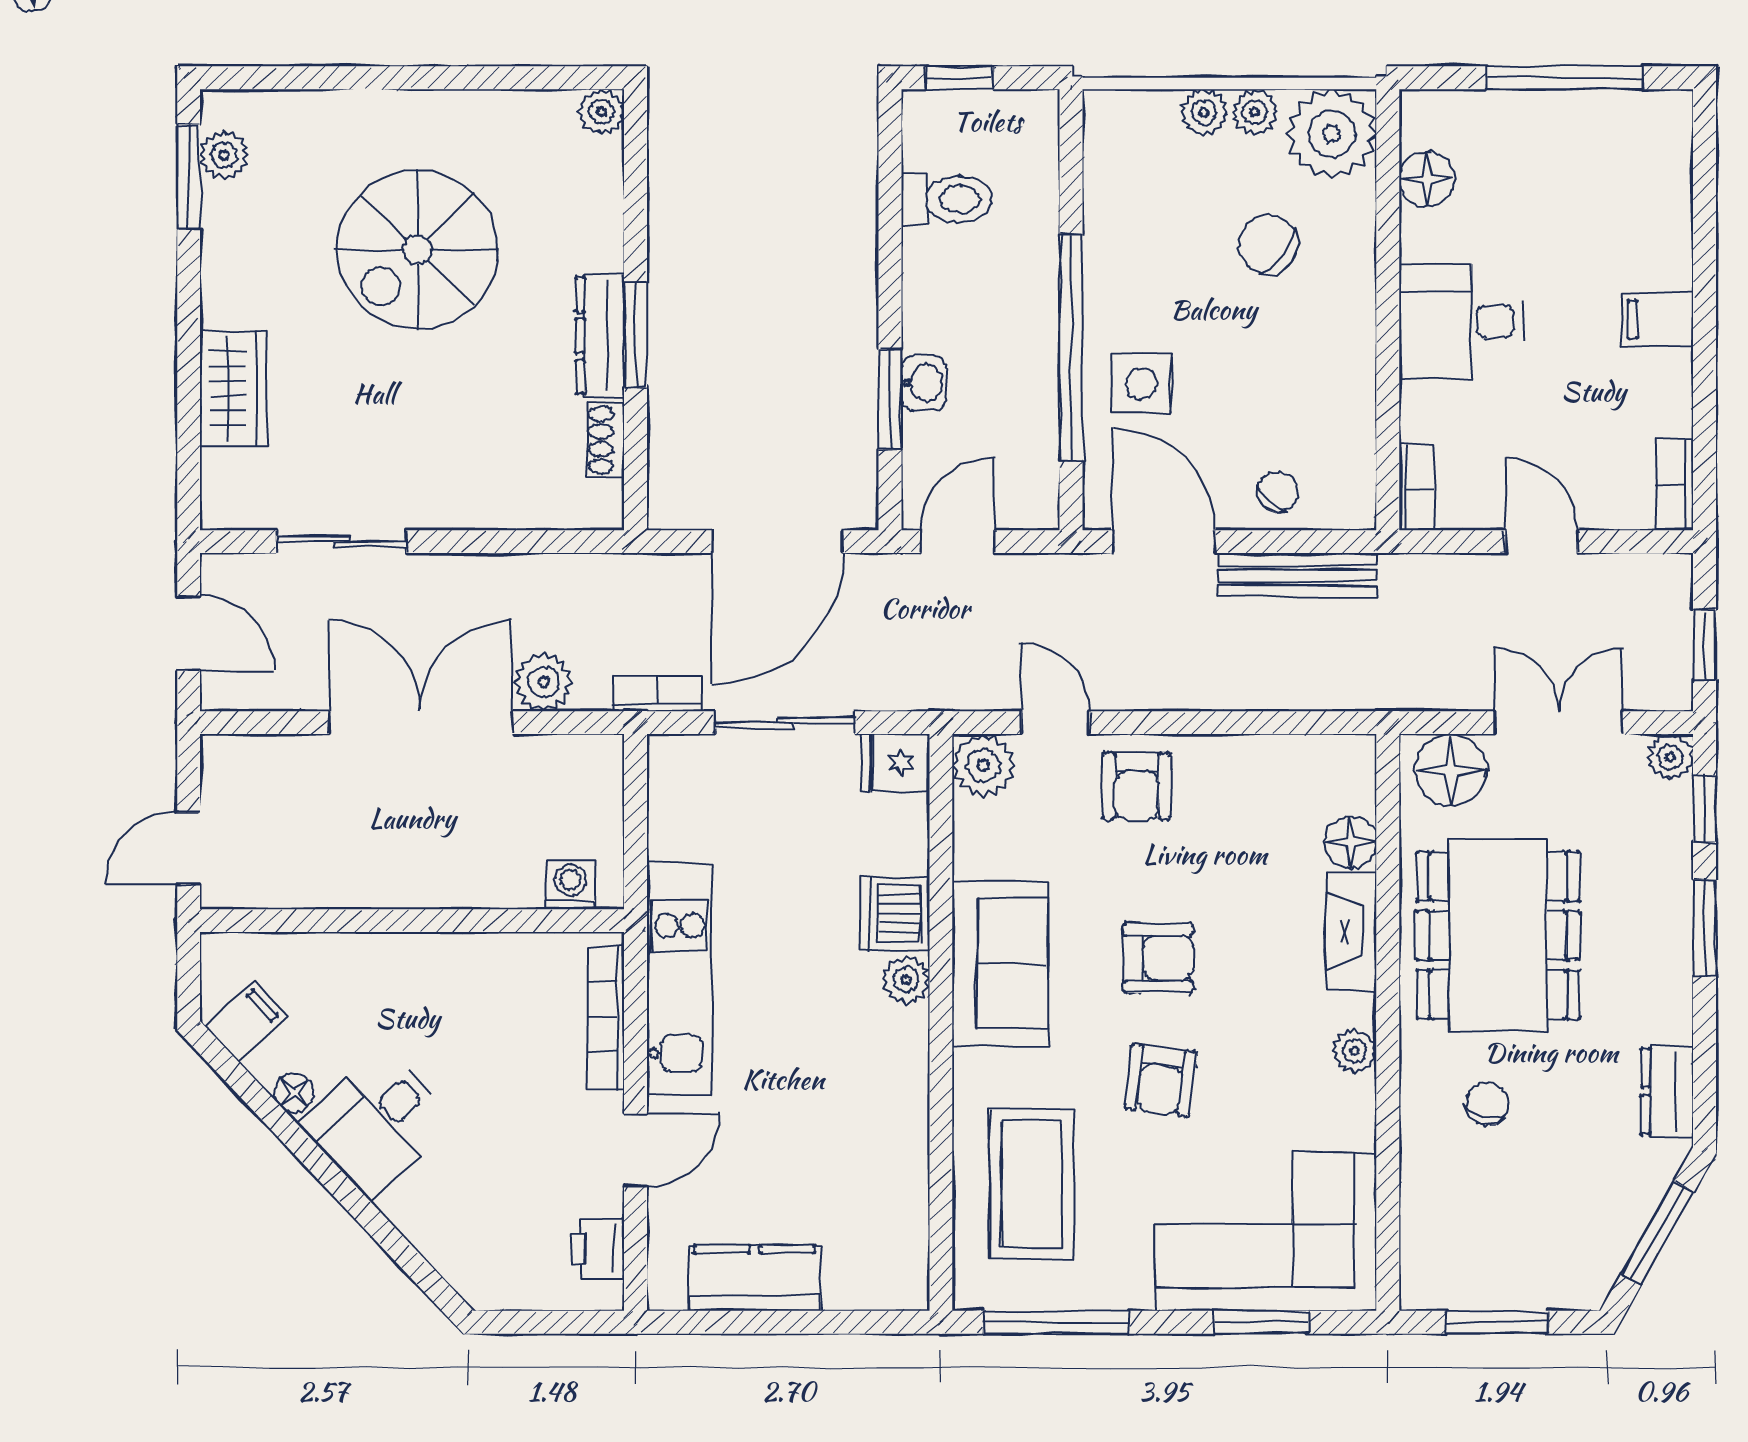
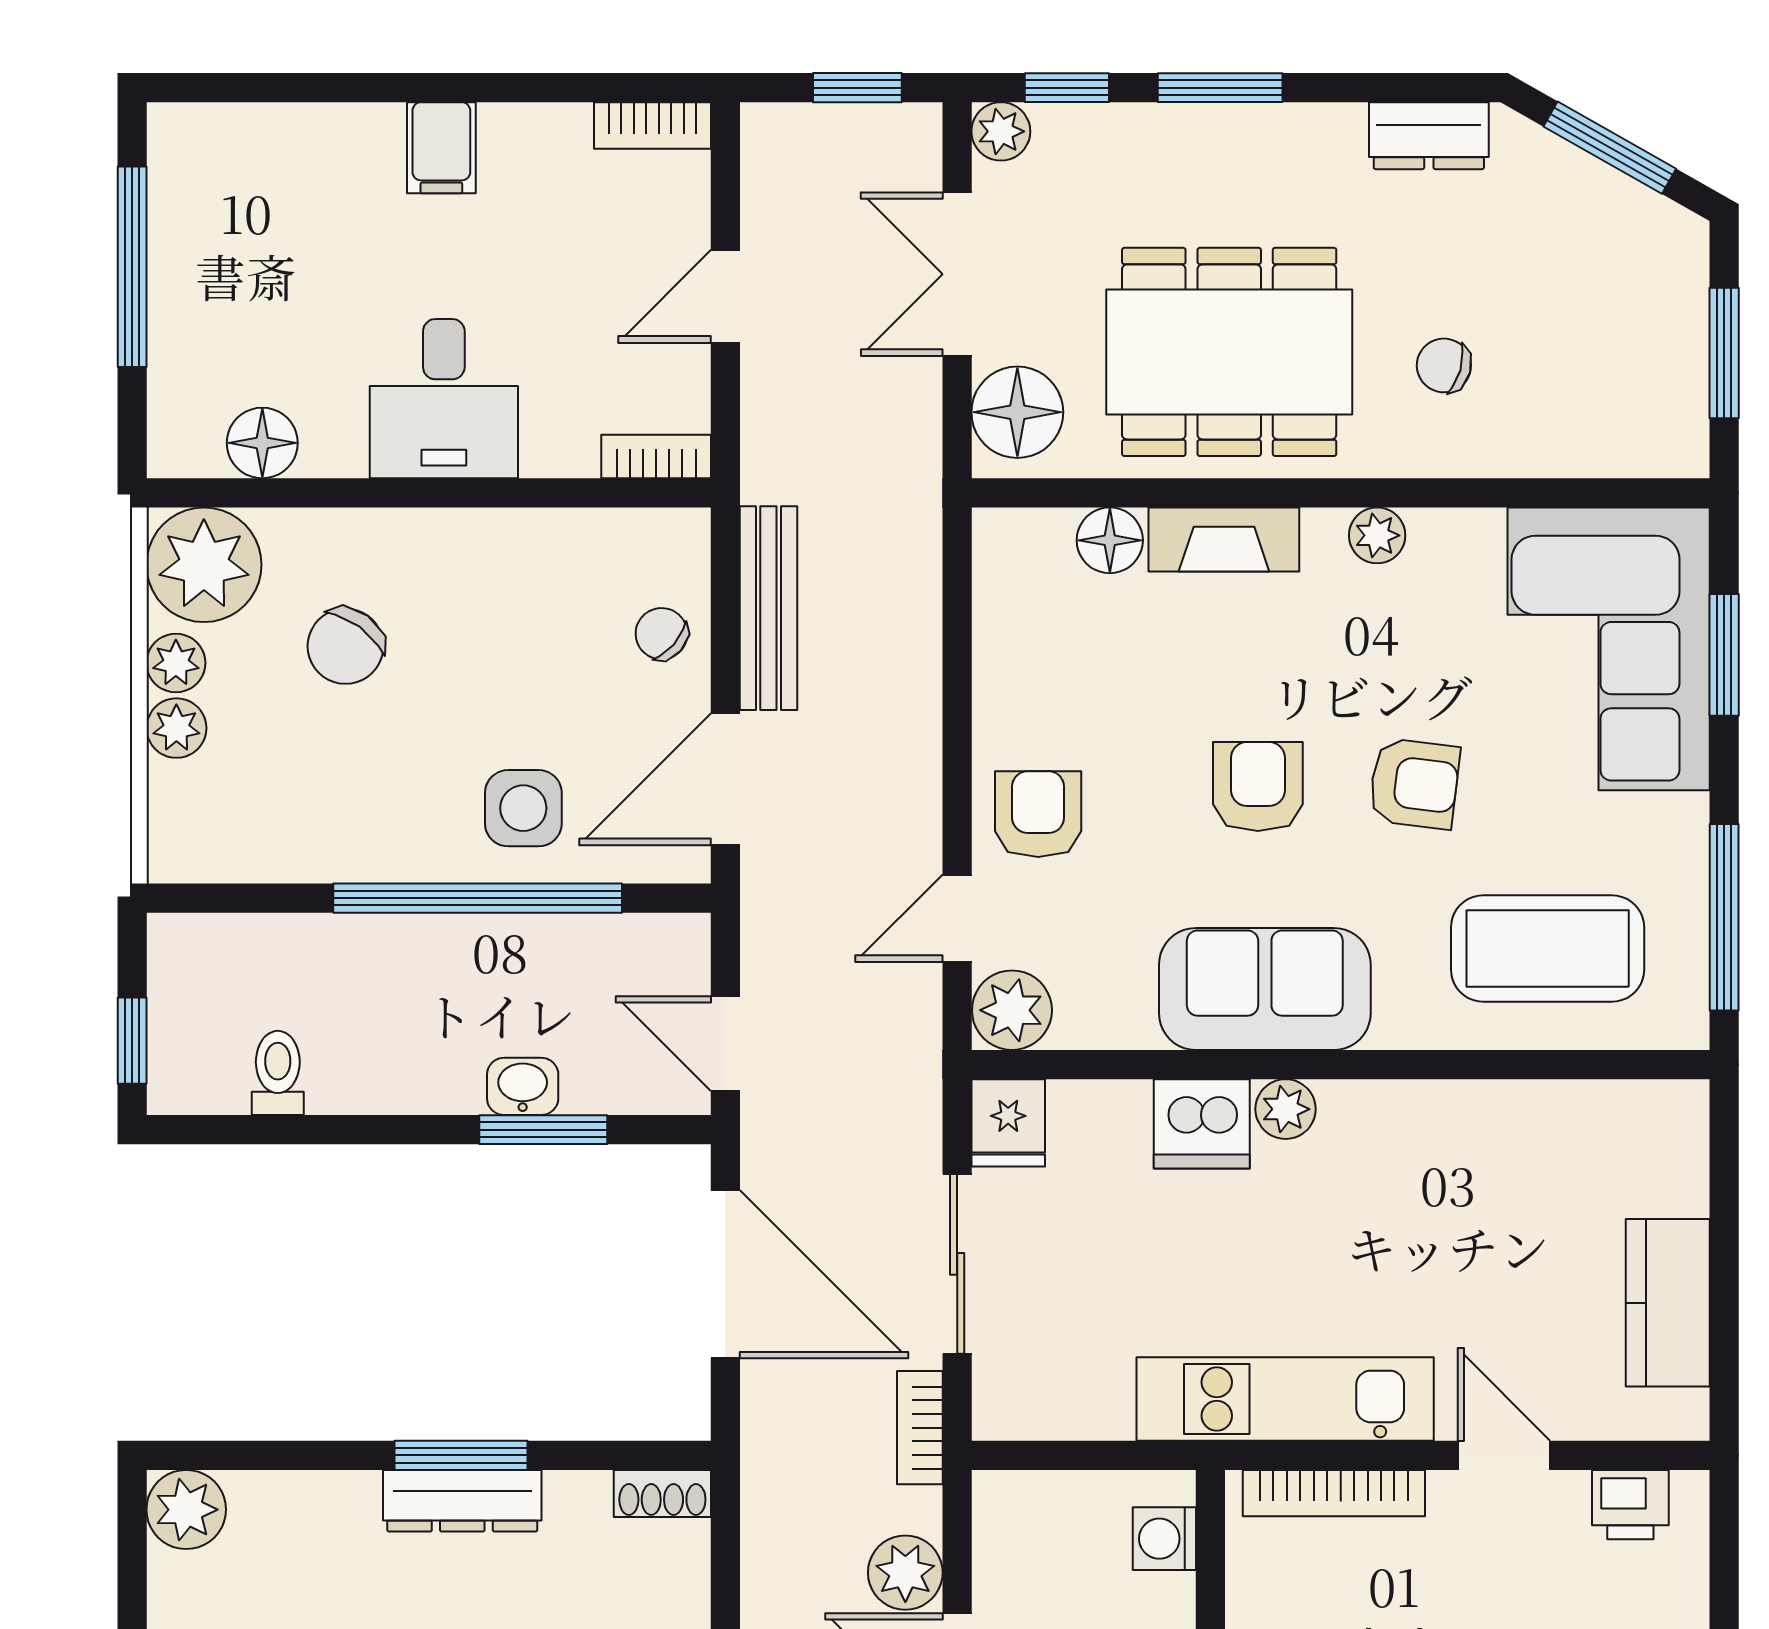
plant: (602, 112) -> (186, 1510), width x1.38, depth x1.38
toilet: (947, 199) -> (278, 1073), width x0.73, depth x0.72
shoe rack: (606, 440) -> (662, 1493), moved
armchair: (1137, 786) -> (1038, 814), turned -90

